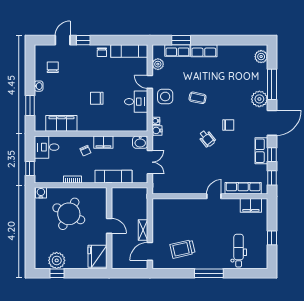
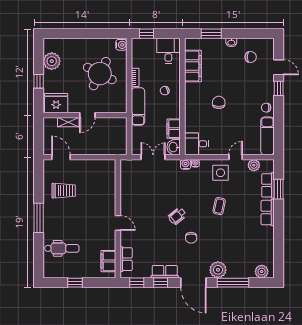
desk: (136, 102) -> (196, 144), moved, turned 90
filing cabinet: (103, 142) -> (174, 129), moved
double door: (150, 162) -> (153, 157), swing flipped
exam couch: (113, 177) -> (138, 106), moved
row of seats: (243, 188) -> (126, 259), width x0.68
shelving: (143, 230) -> (68, 122), moved
trolley: (183, 249) -> (64, 191), turned 103
window: (57, 273) -> (39, 81), moved

